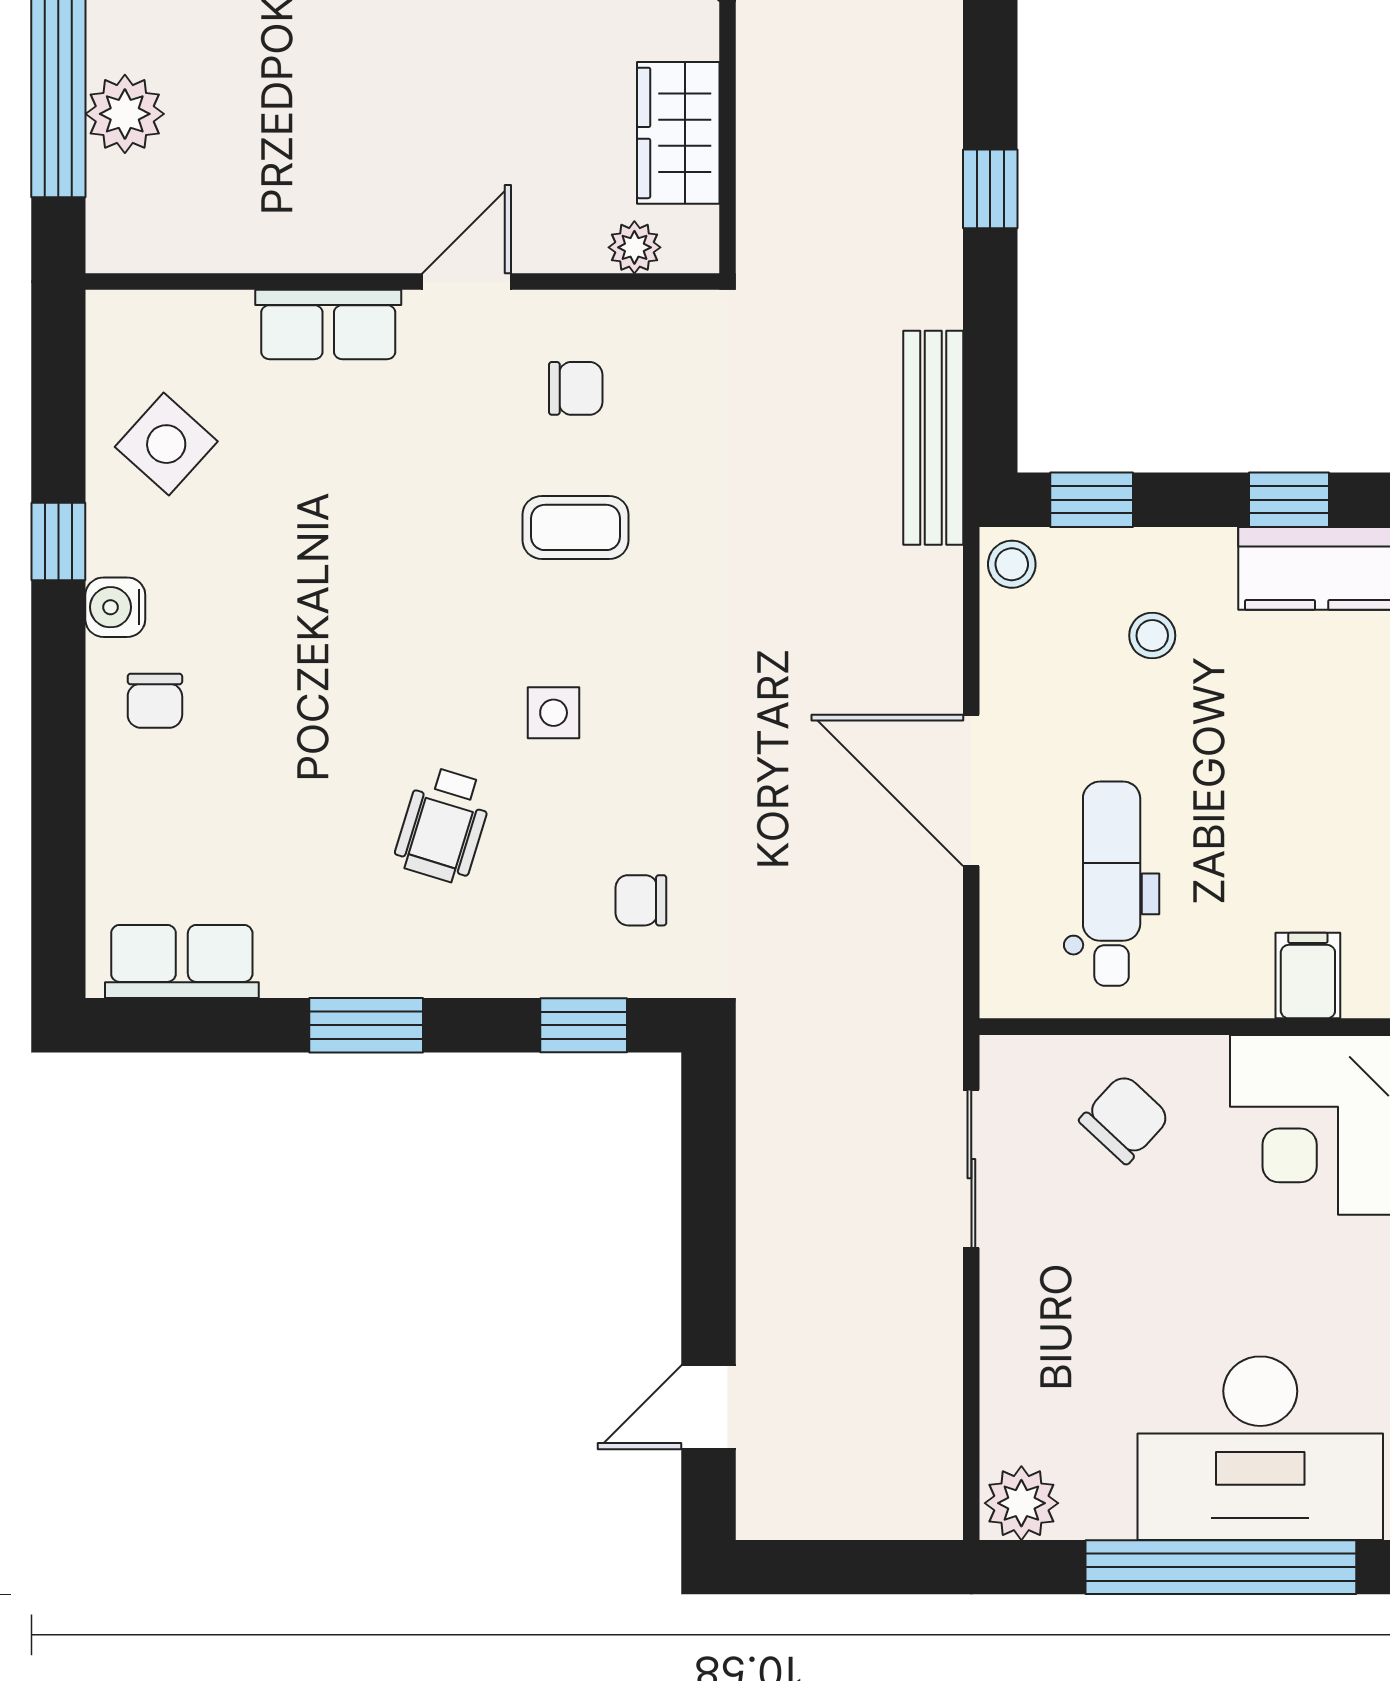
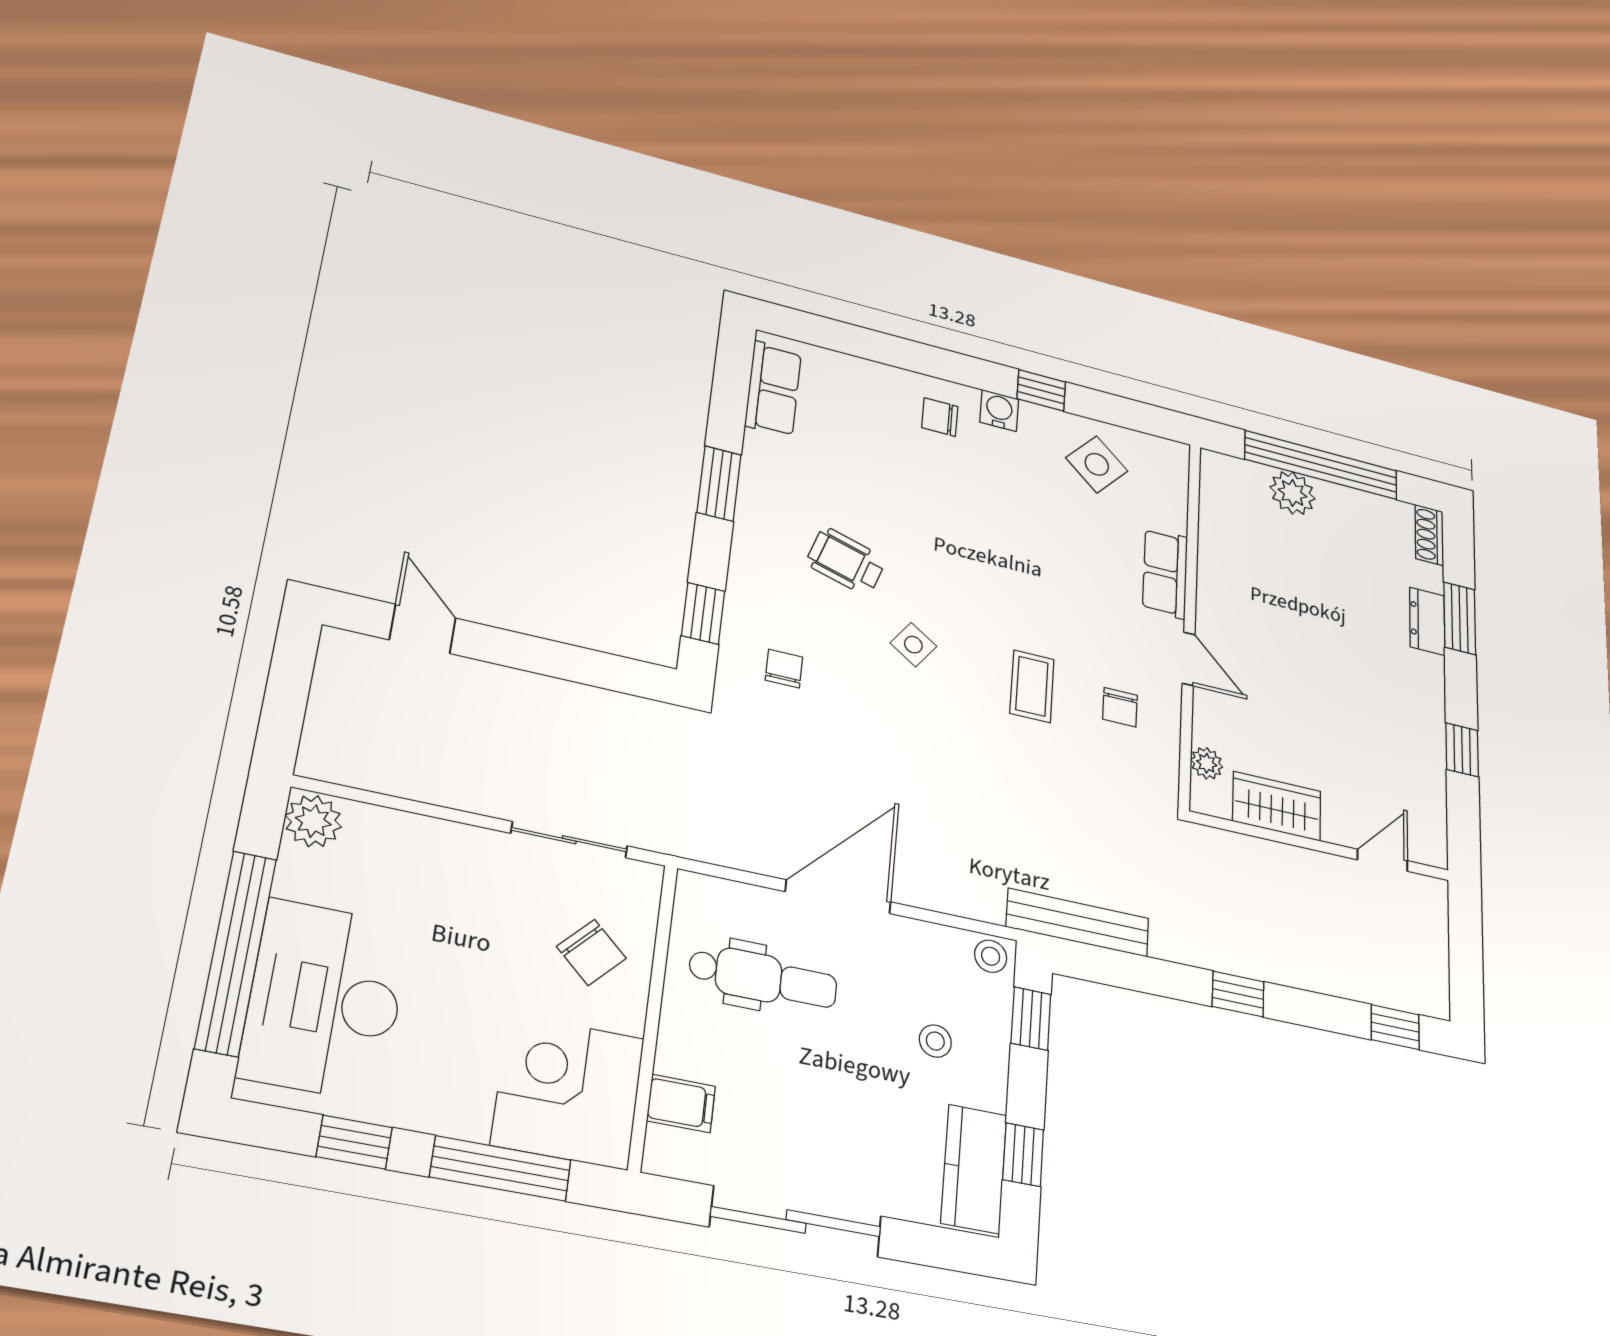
side table: (554, 713) -> (913, 645), turned 35

